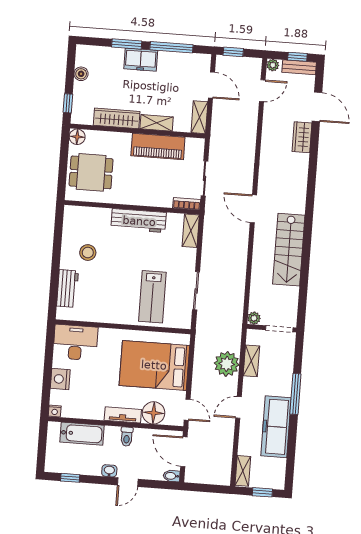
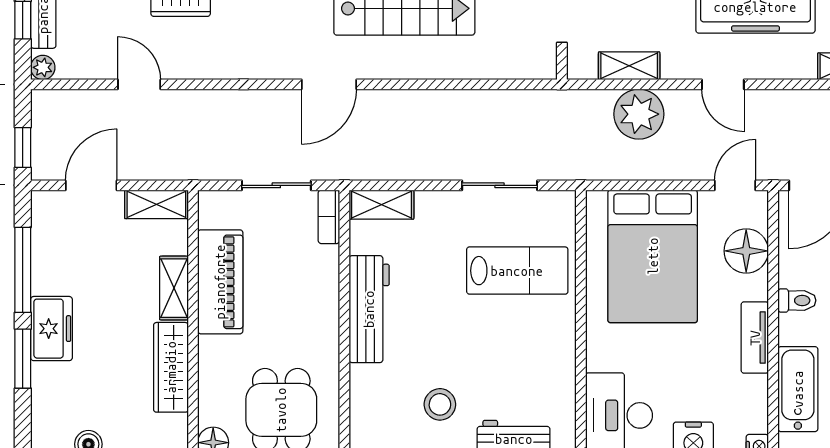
door: (262, 91) -> (139, 84), moved
plant: (254, 318) -> (544, 67), removed
tv unit: (123, 415) -> (755, 338), moved

